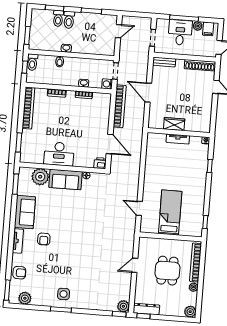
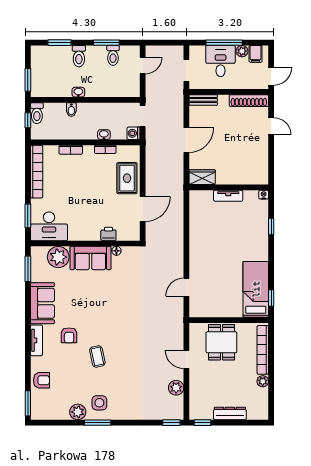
toilet: (58, 18) -> (113, 55), moved
door: (148, 93) -> (186, 140), swing flipped
bookcase: (120, 106) -> (151, 160), removed
rug: (99, 119) -> (127, 178), added
wardrobe: (174, 124) -> (202, 177), moved
door: (110, 144) -> (143, 209), hinge flipped
desk: (59, 154) -> (49, 226), moved
printer: (100, 163) -> (108, 234), moved
door: (139, 208) -> (186, 287), hinge flipped
bed: (170, 213) -> (256, 289), moved
coffee table: (65, 257) -> (97, 356), added
door: (135, 265) -> (186, 359), hinge flipped
dining table: (167, 271) -> (221, 342), moved
plant: (25, 298) -> (78, 412), moved
plant: (123, 306) -> (176, 388), moved
dresser: (146, 309) -> (230, 413), moved
plant: (190, 312) -> (261, 412), removed

